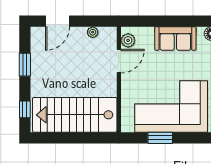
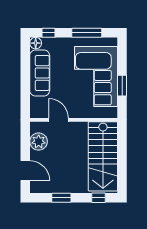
plant: (93, 32) -> (39, 142), width x1.88, depth x1.88
sofa: (175, 38) -> (40, 73), width x1.36
plant: (128, 40) -> (41, 112), removed

